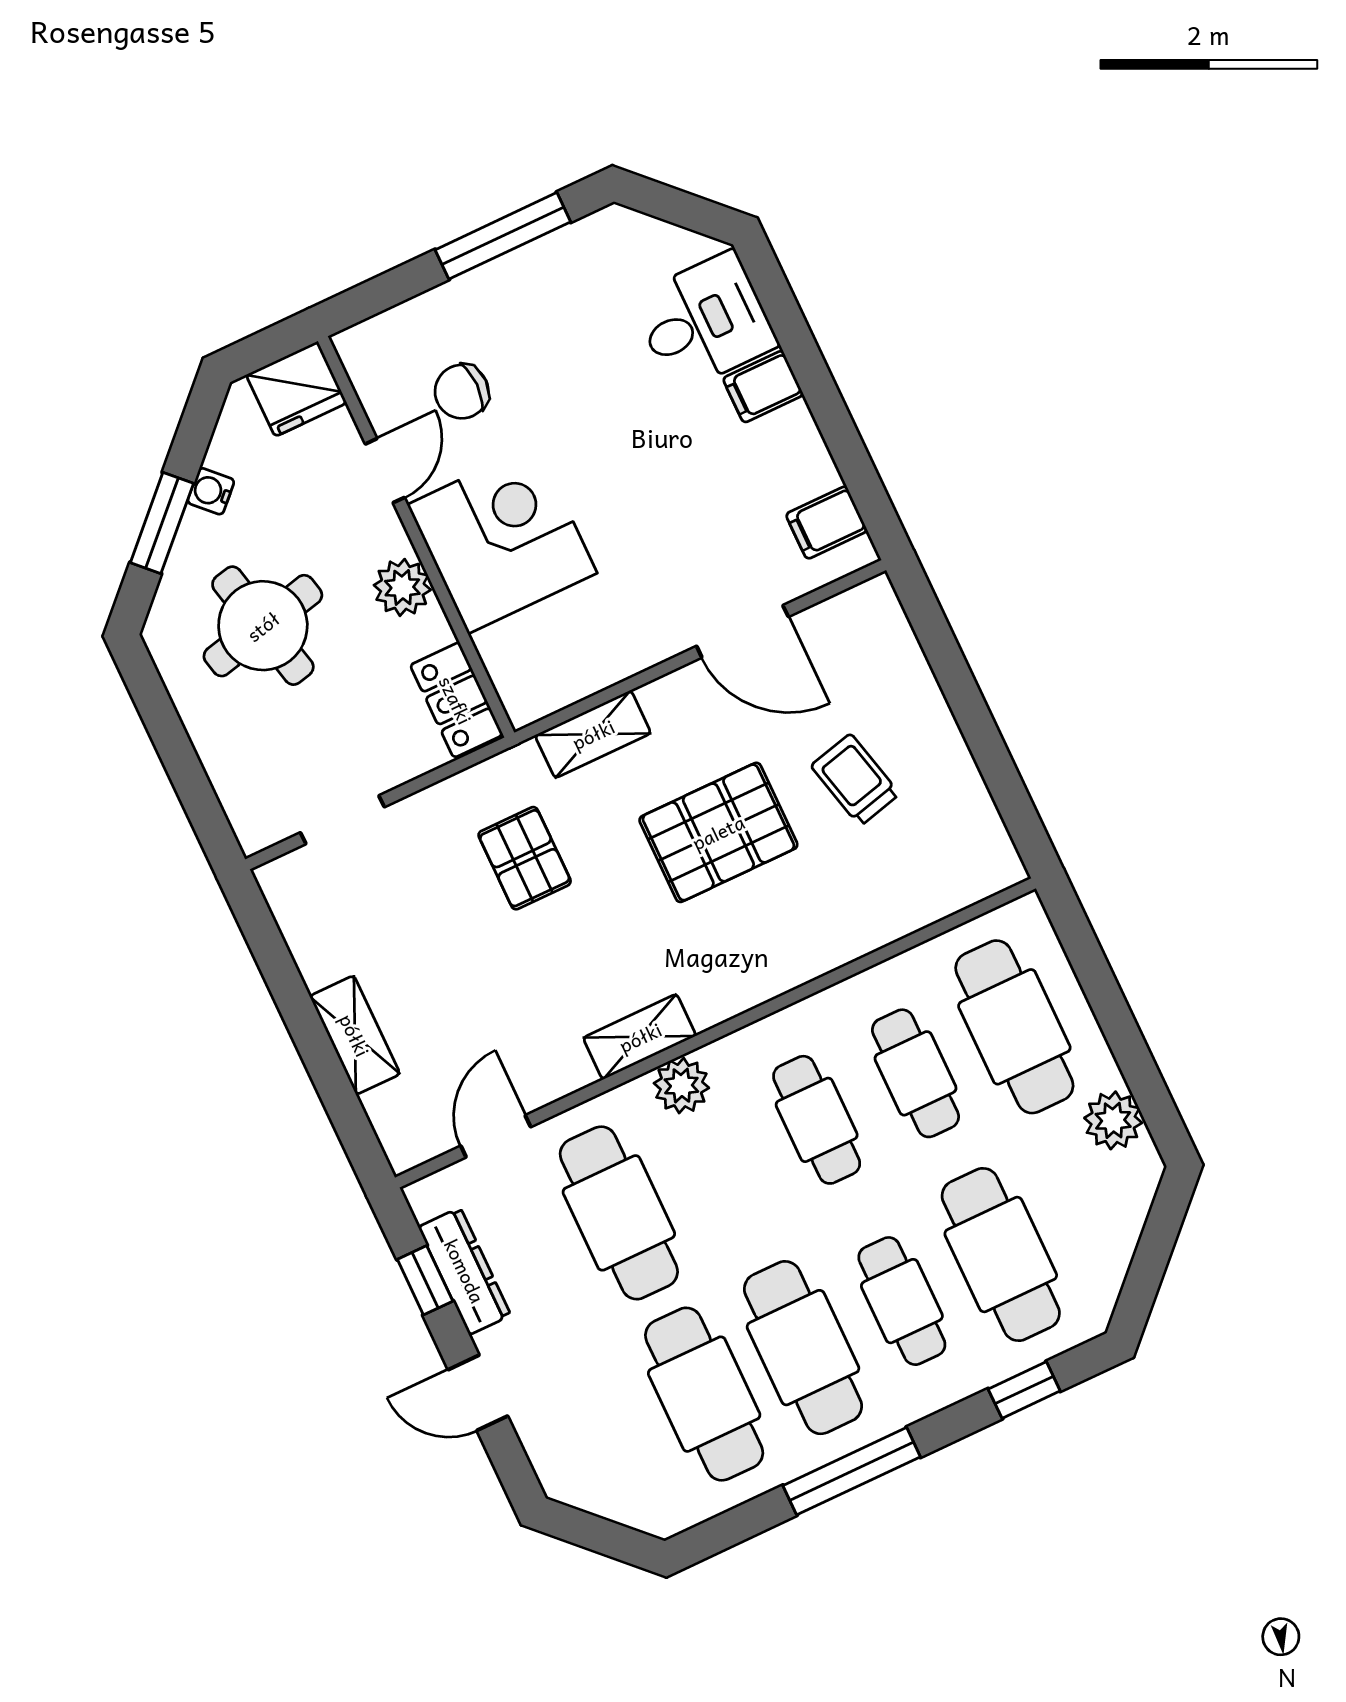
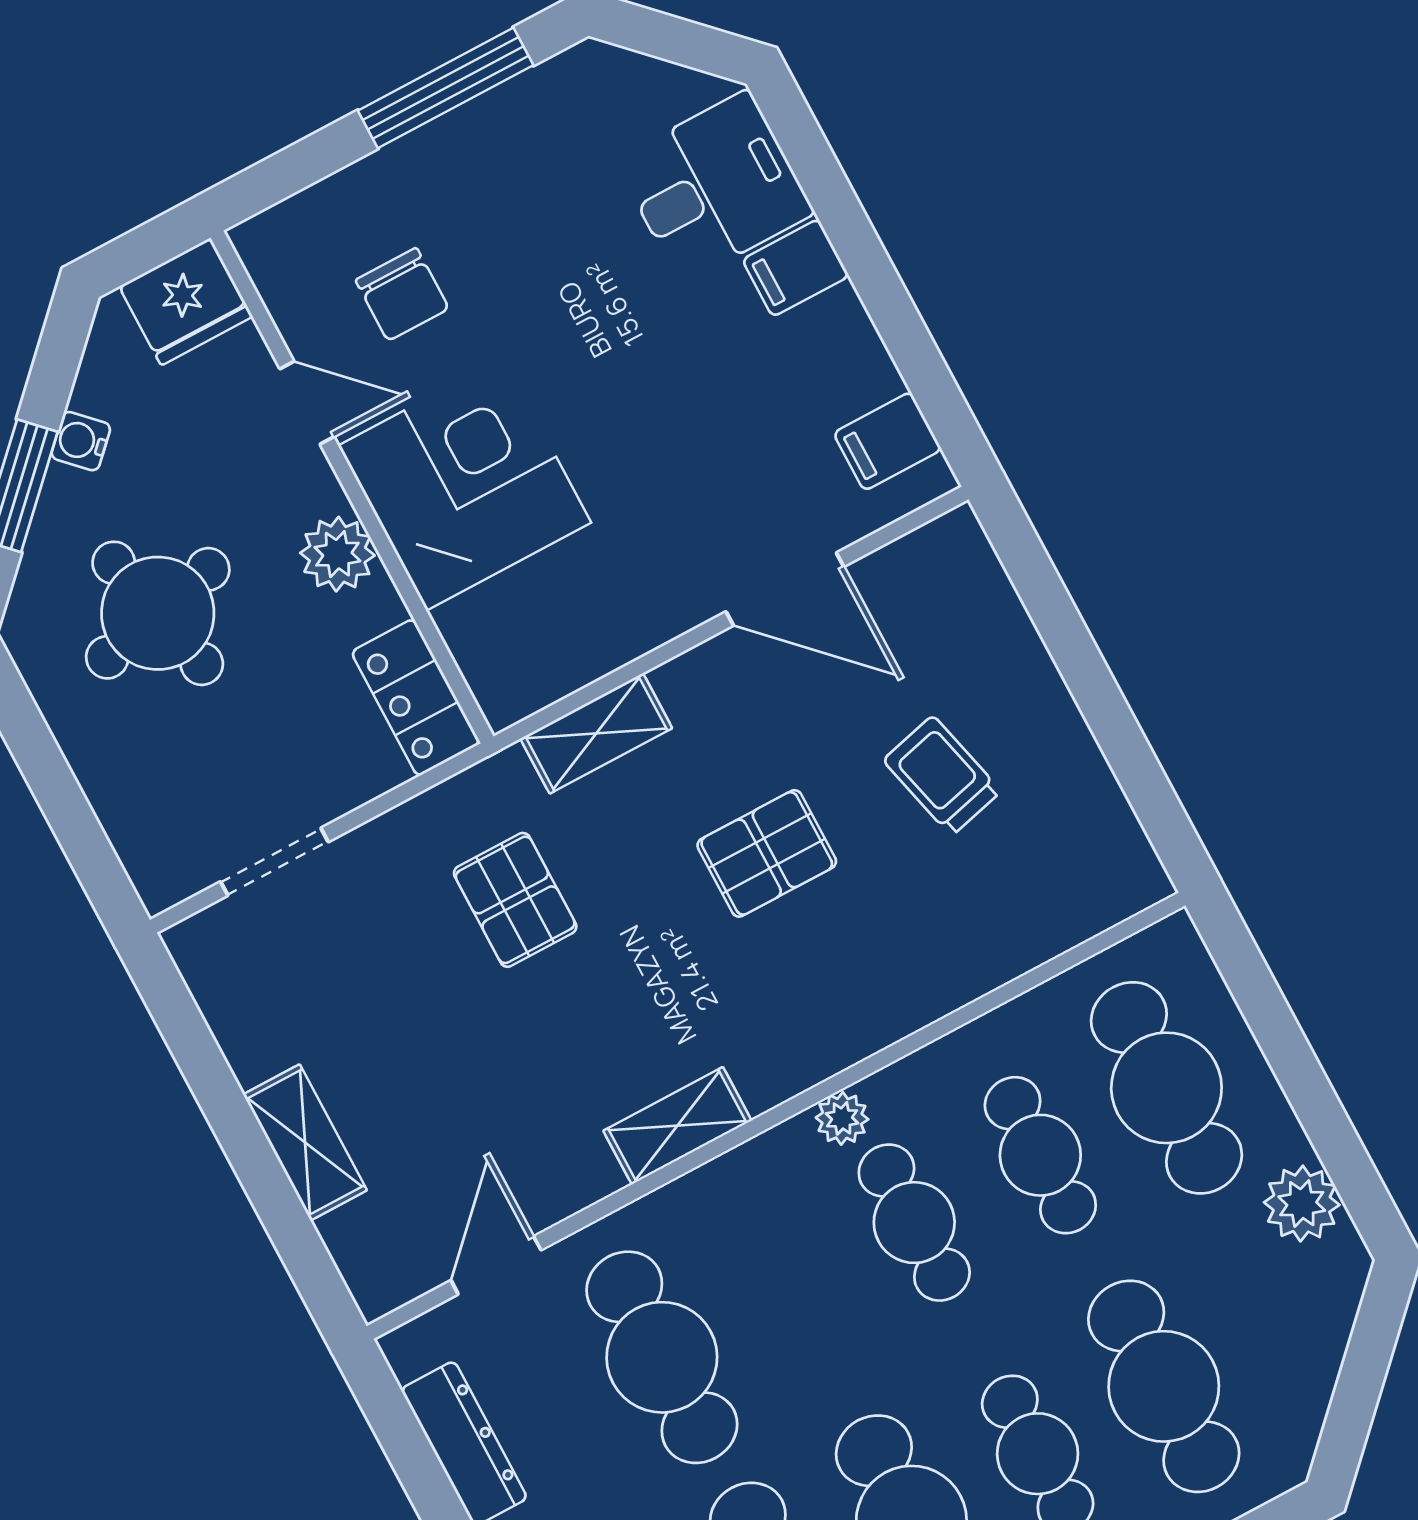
chair: (462, 392) -> (402, 294), turned -90
door: (385, 471) -> (307, 403), hinge flipped
pallet: (718, 832) -> (767, 853), width x0.67, depth x0.71
plant: (681, 1086) -> (842, 1118), moved, width x0.73, depth x0.73
window: (425, 1280) -> (413, 1458), removed

